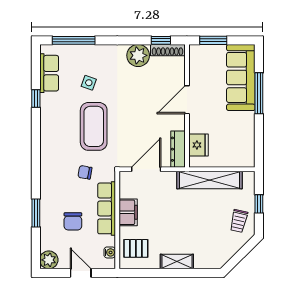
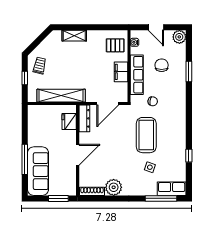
window: (161, 40) -> (97, 198), removed
row of seats: (49, 73) -> (172, 189), moved, turned 90
shelving: (177, 262) -> (74, 36), moved

